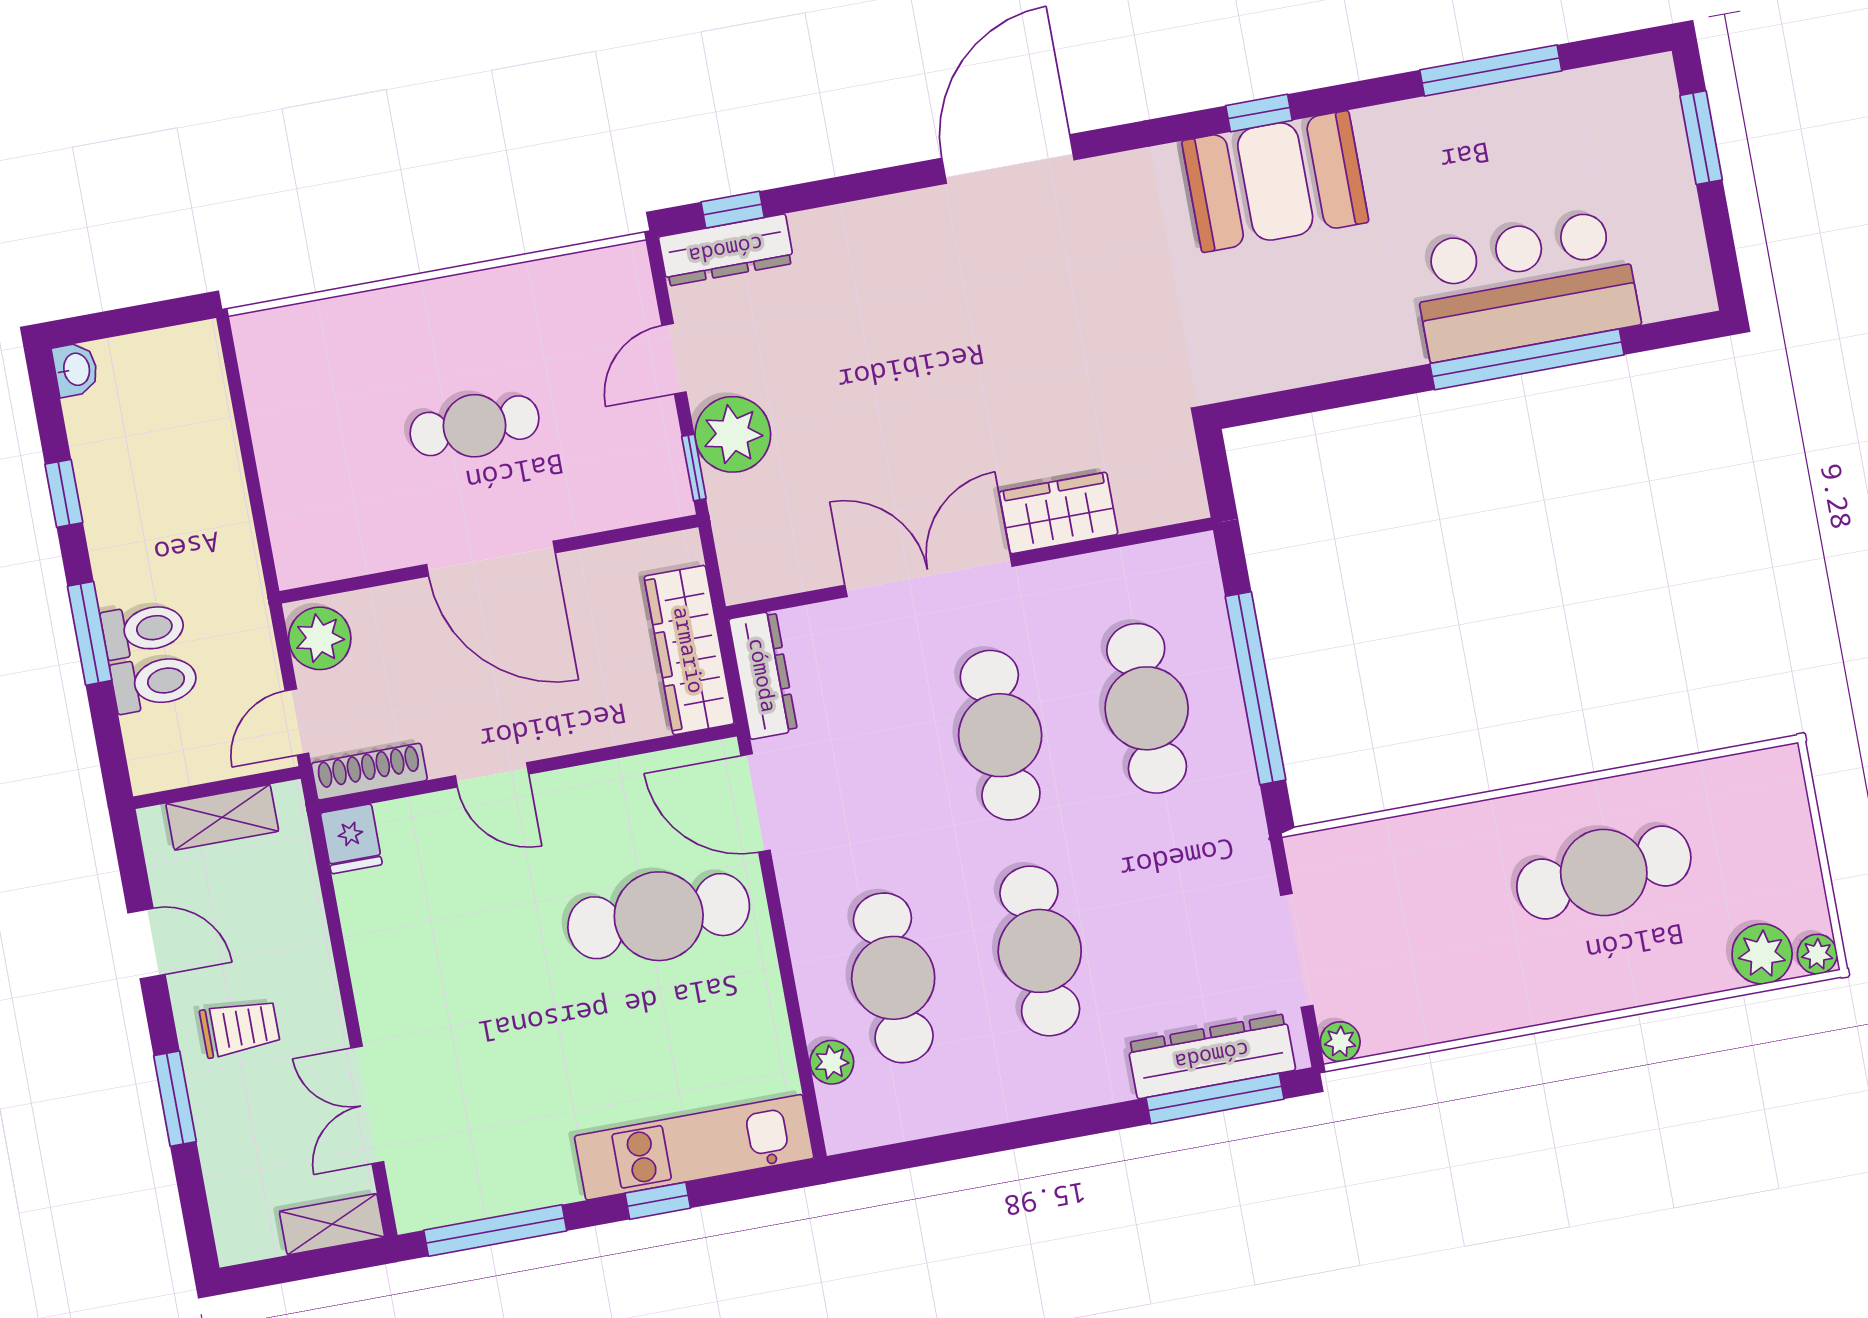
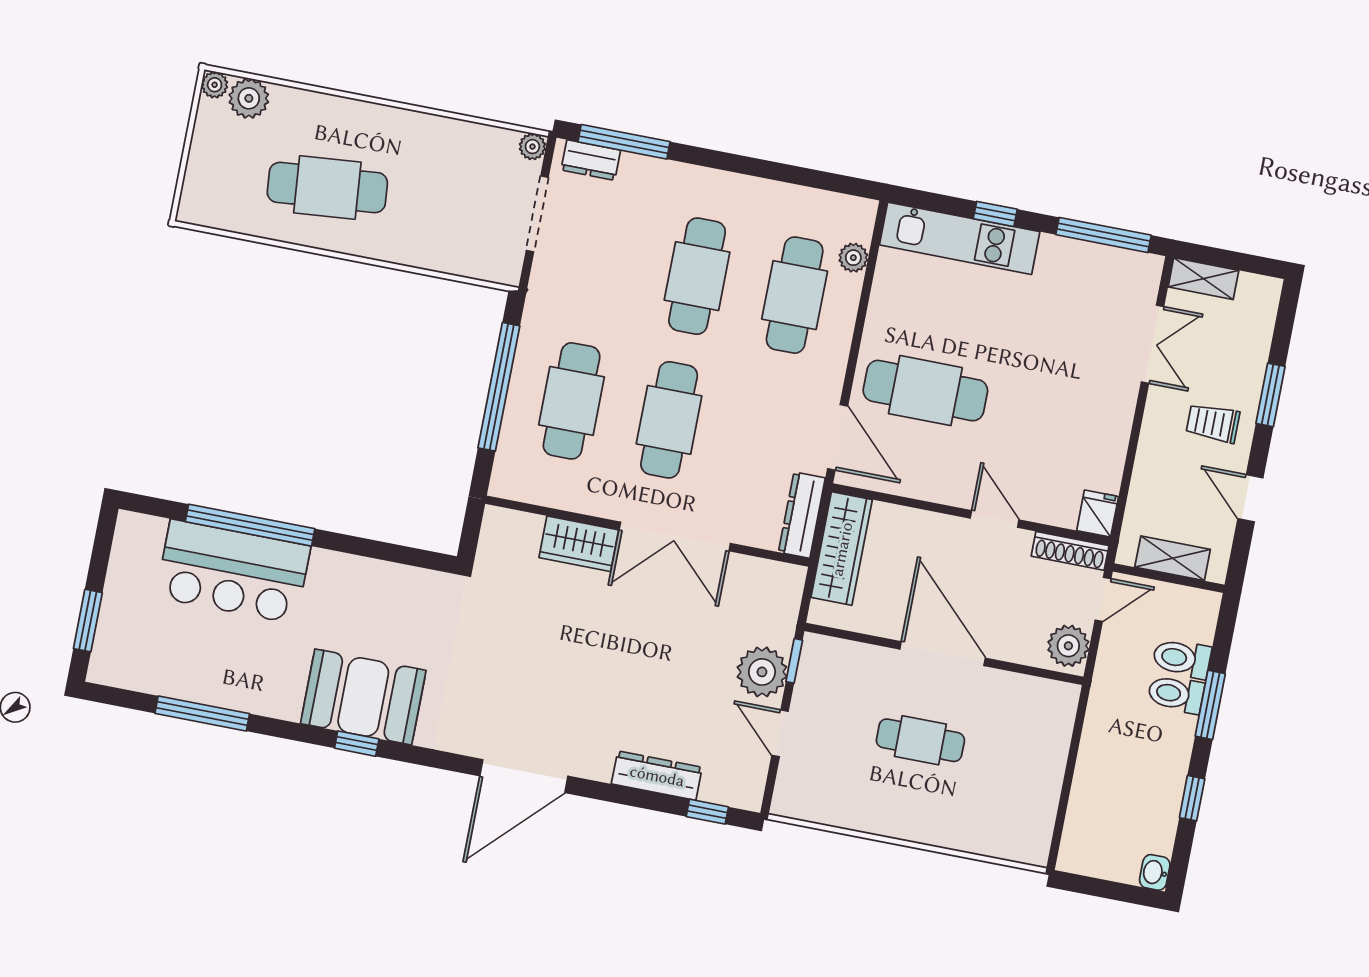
dresser: (726, 250) -> (657, 776), moved
door: (674, 359) -> (780, 733), swing flipped
dresser: (1212, 1056) -> (591, 160), width x0.51, depth x0.80

